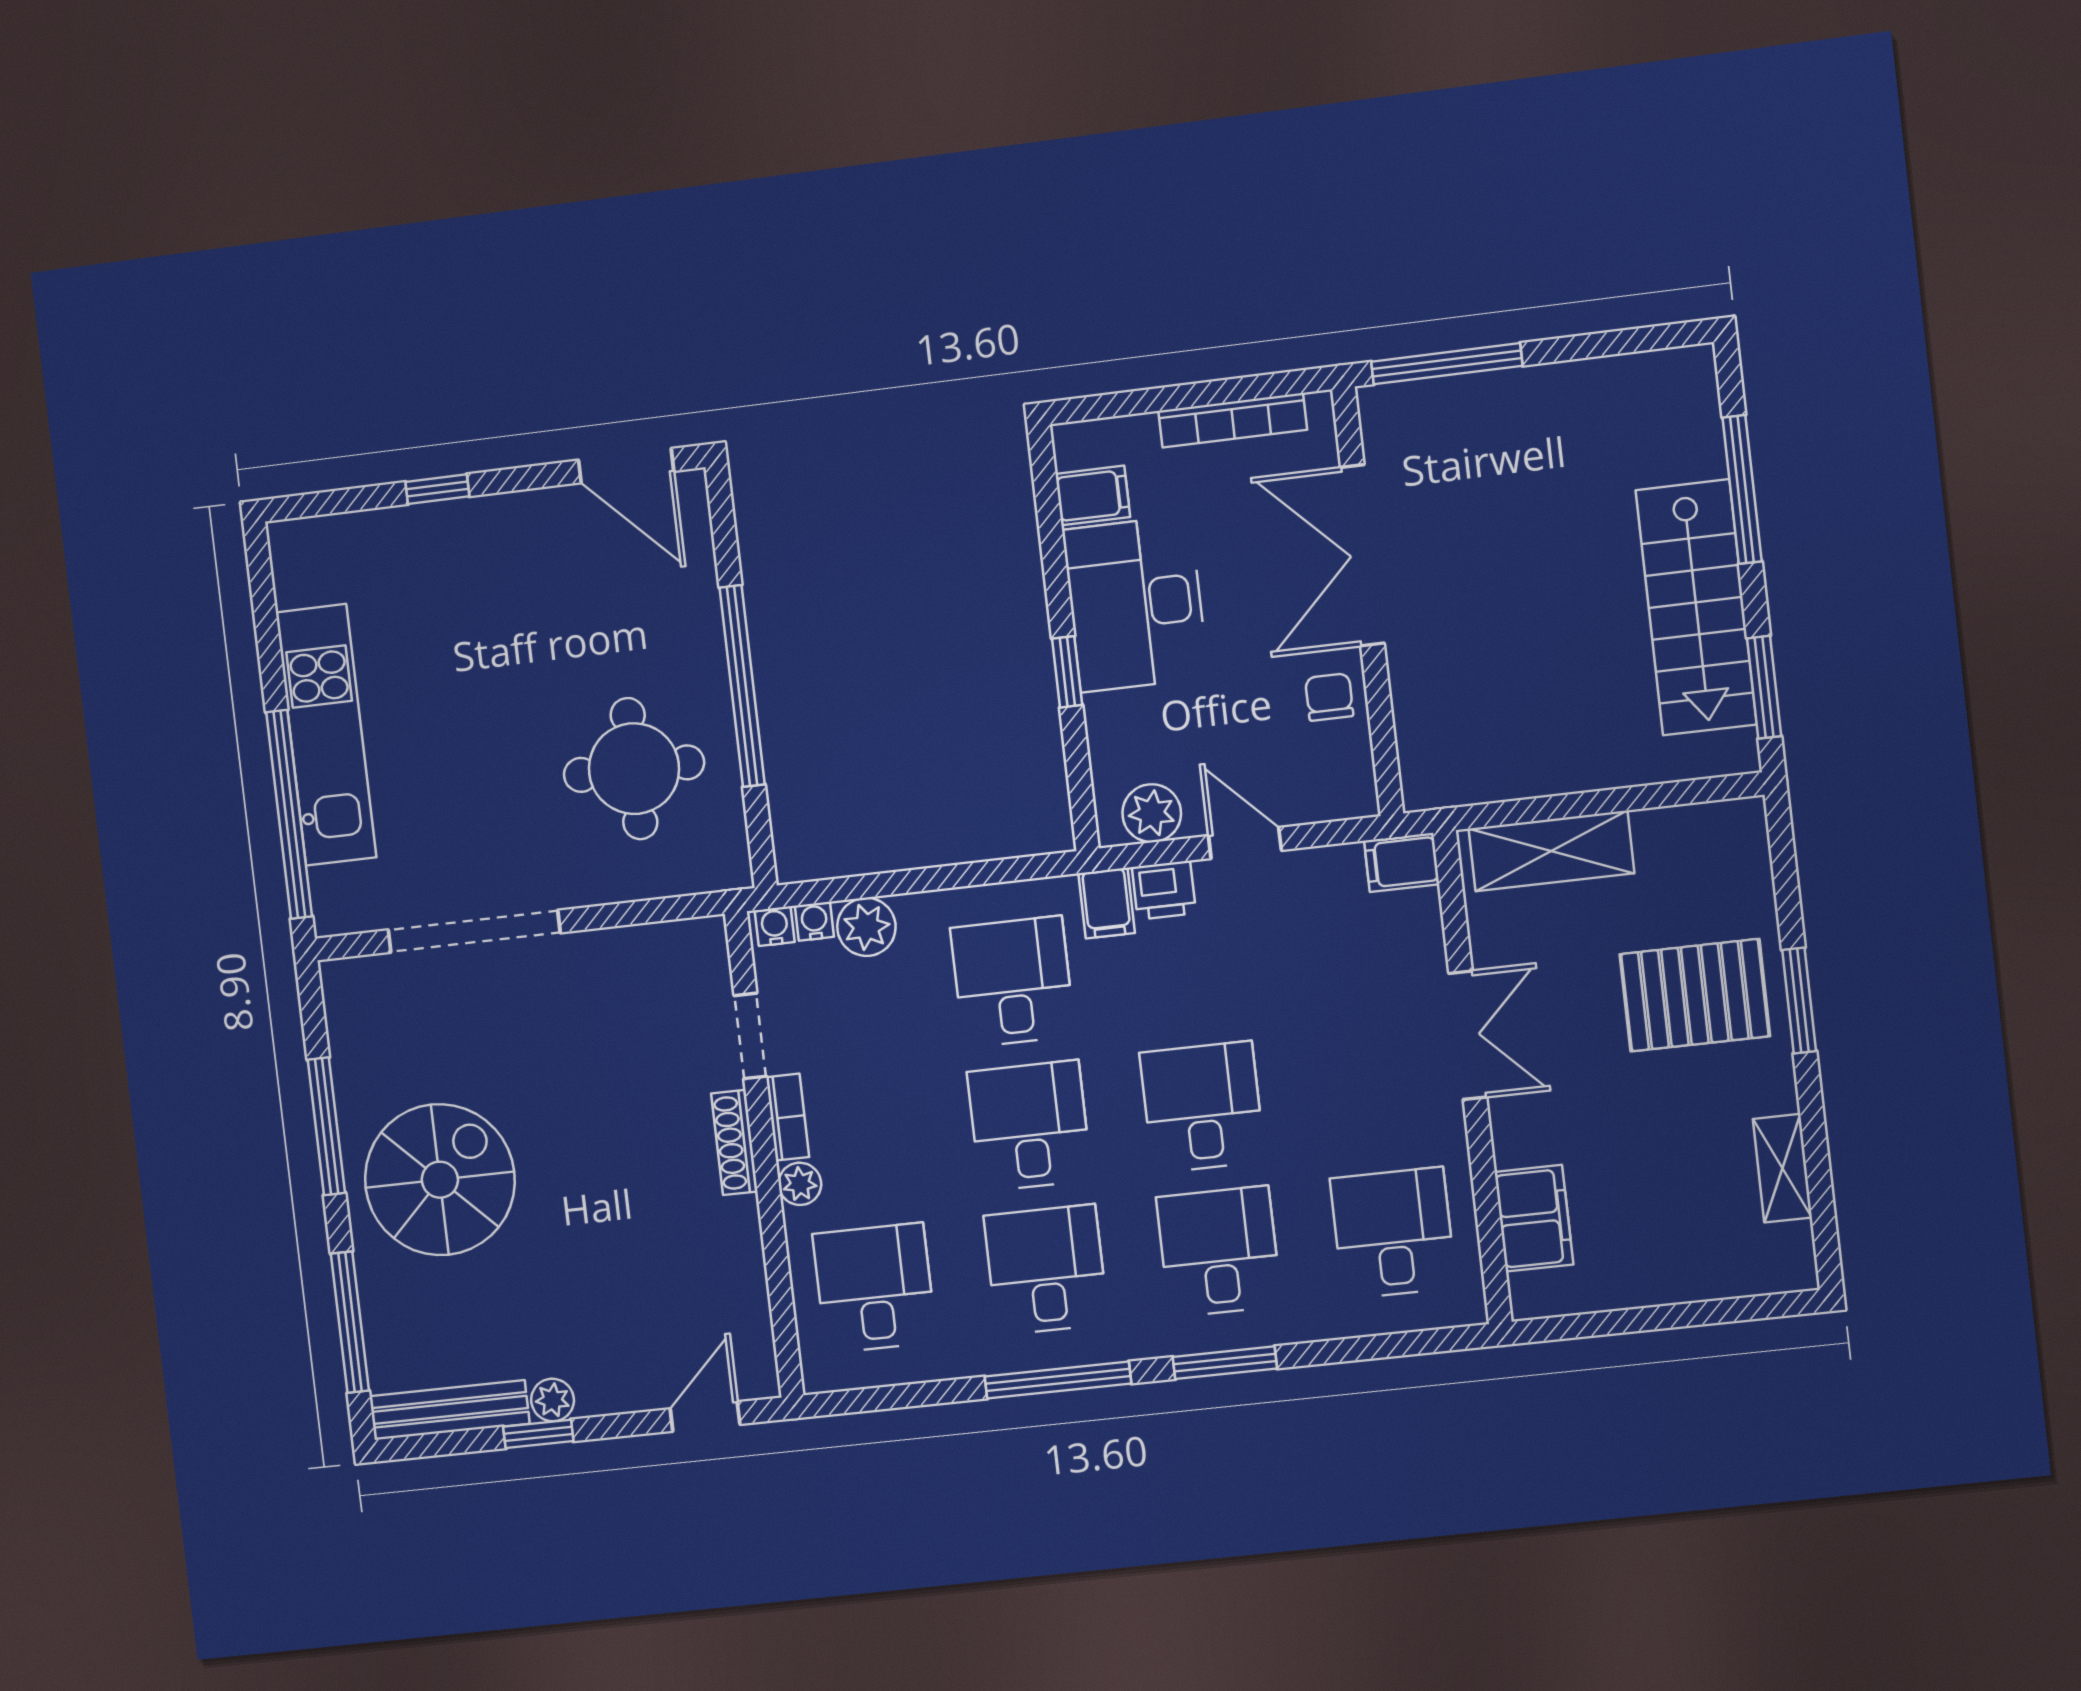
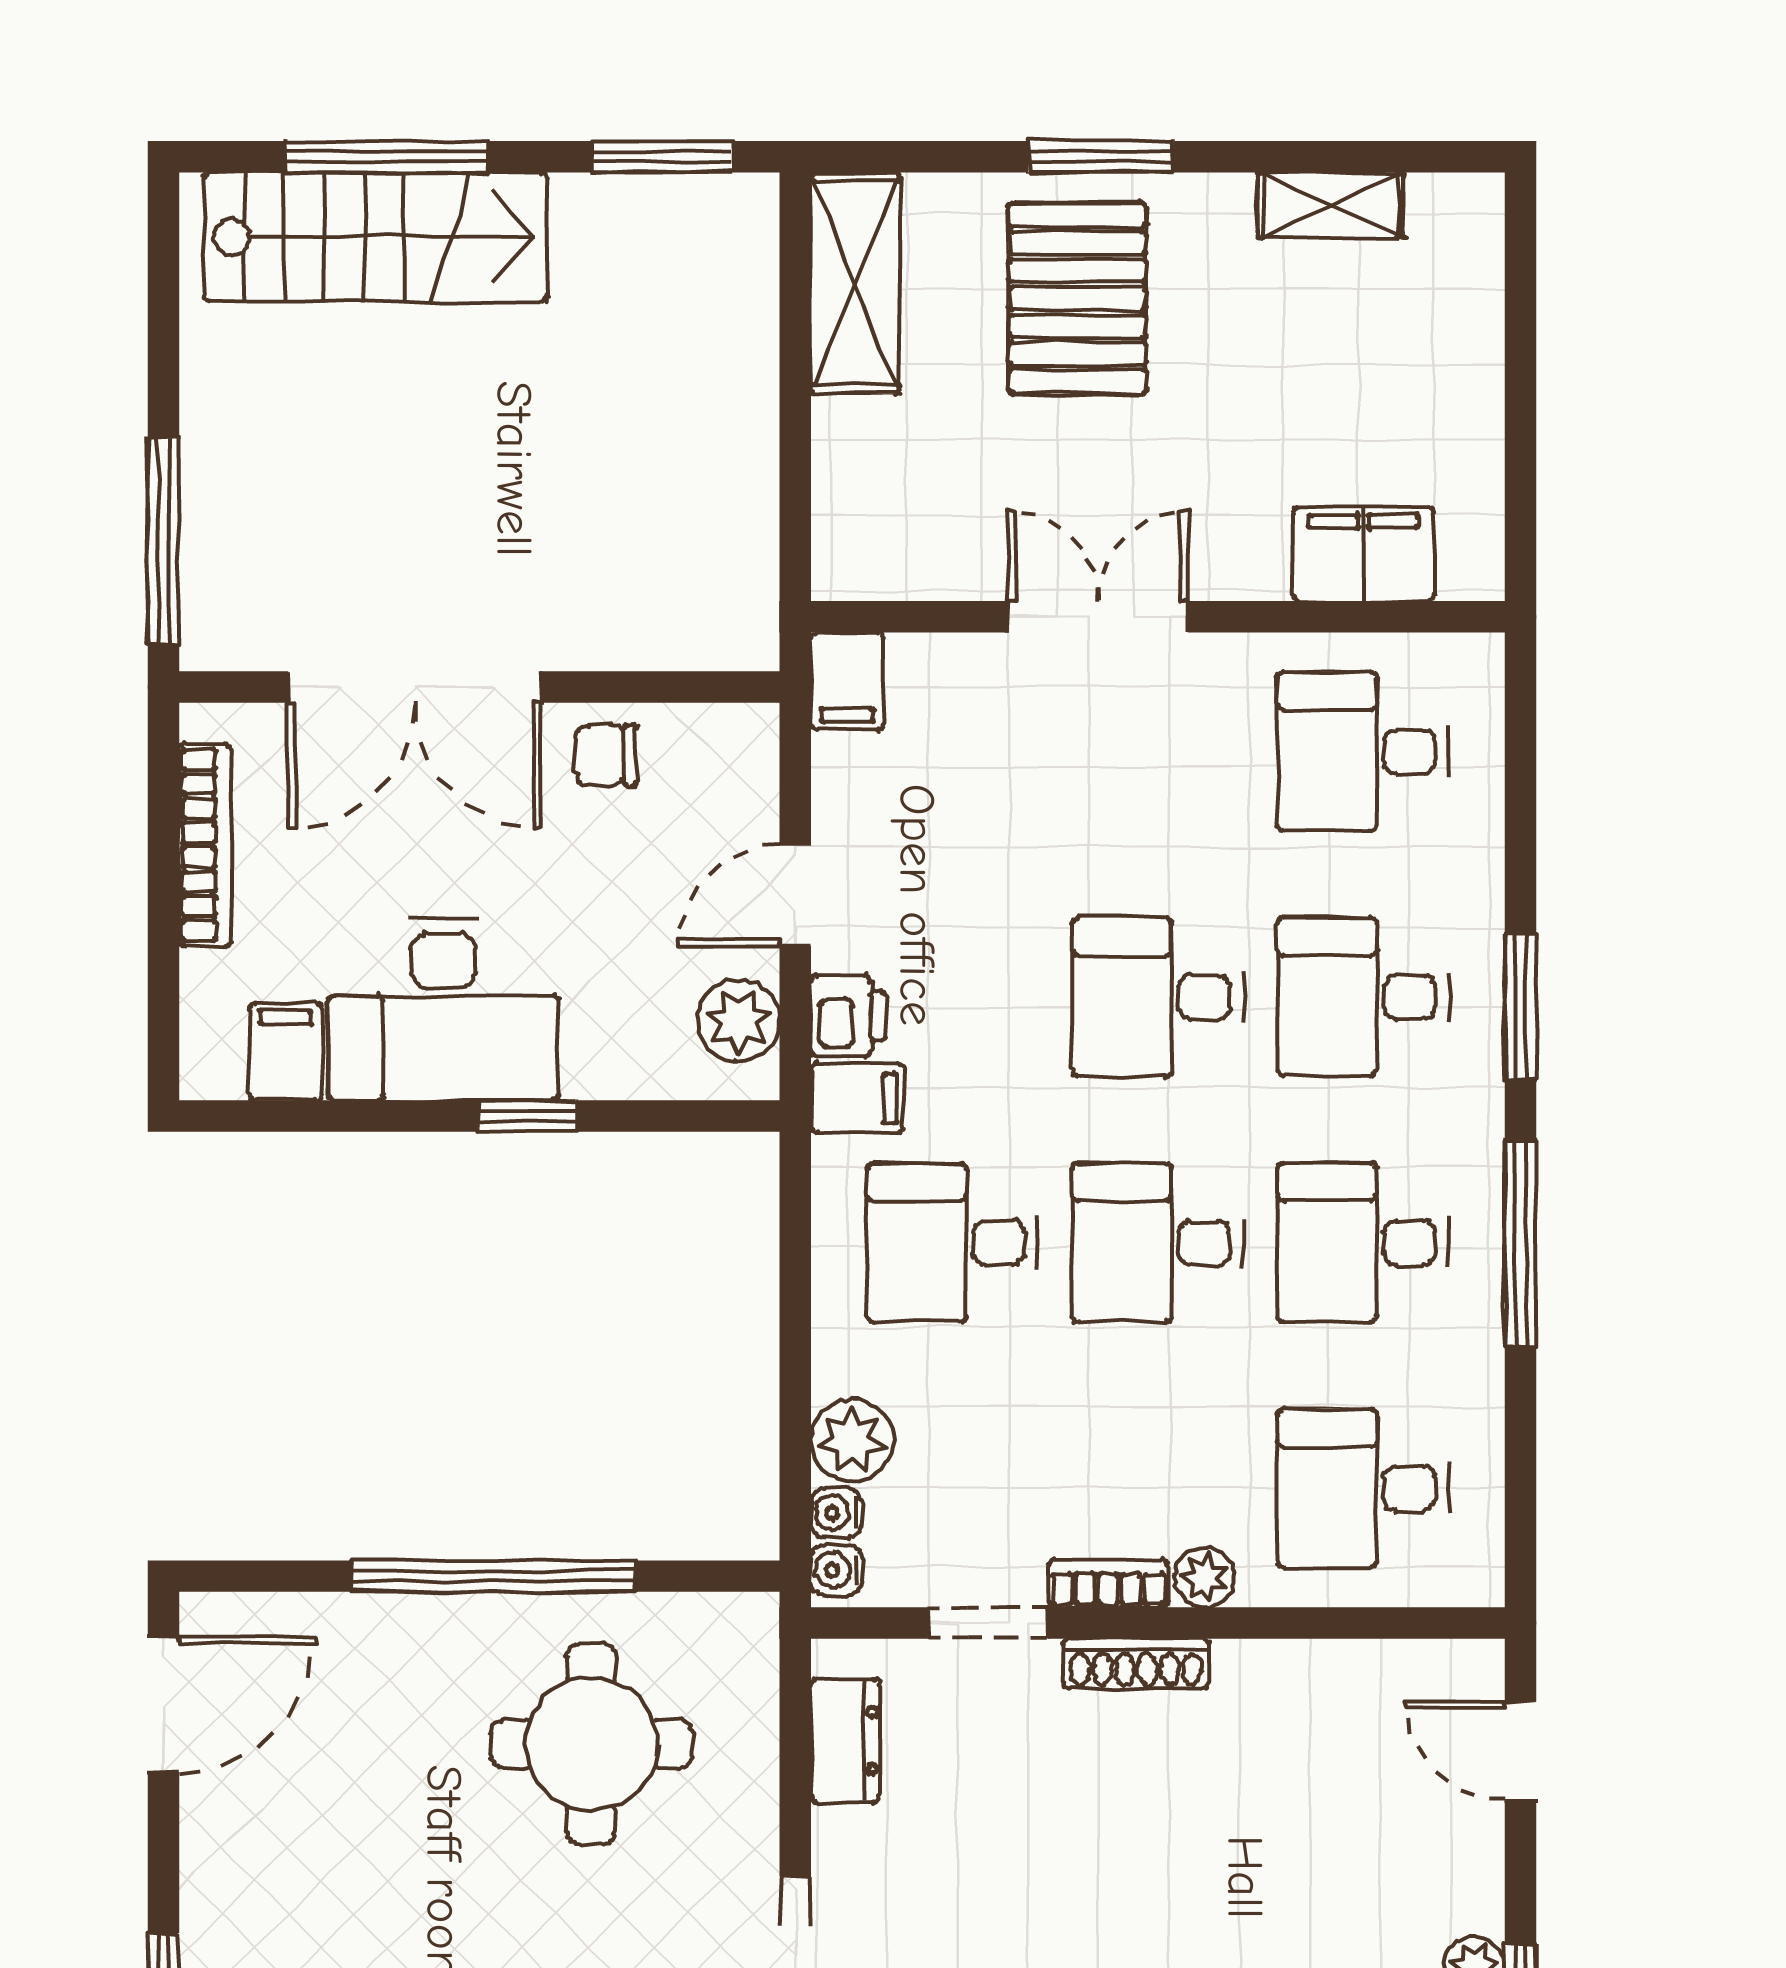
stairs: (1696, 607) -> (375, 237), moved
shelving: (1551, 851) -> (855, 283), moved
dresser: (657, 946) -> (845, 1740), added

